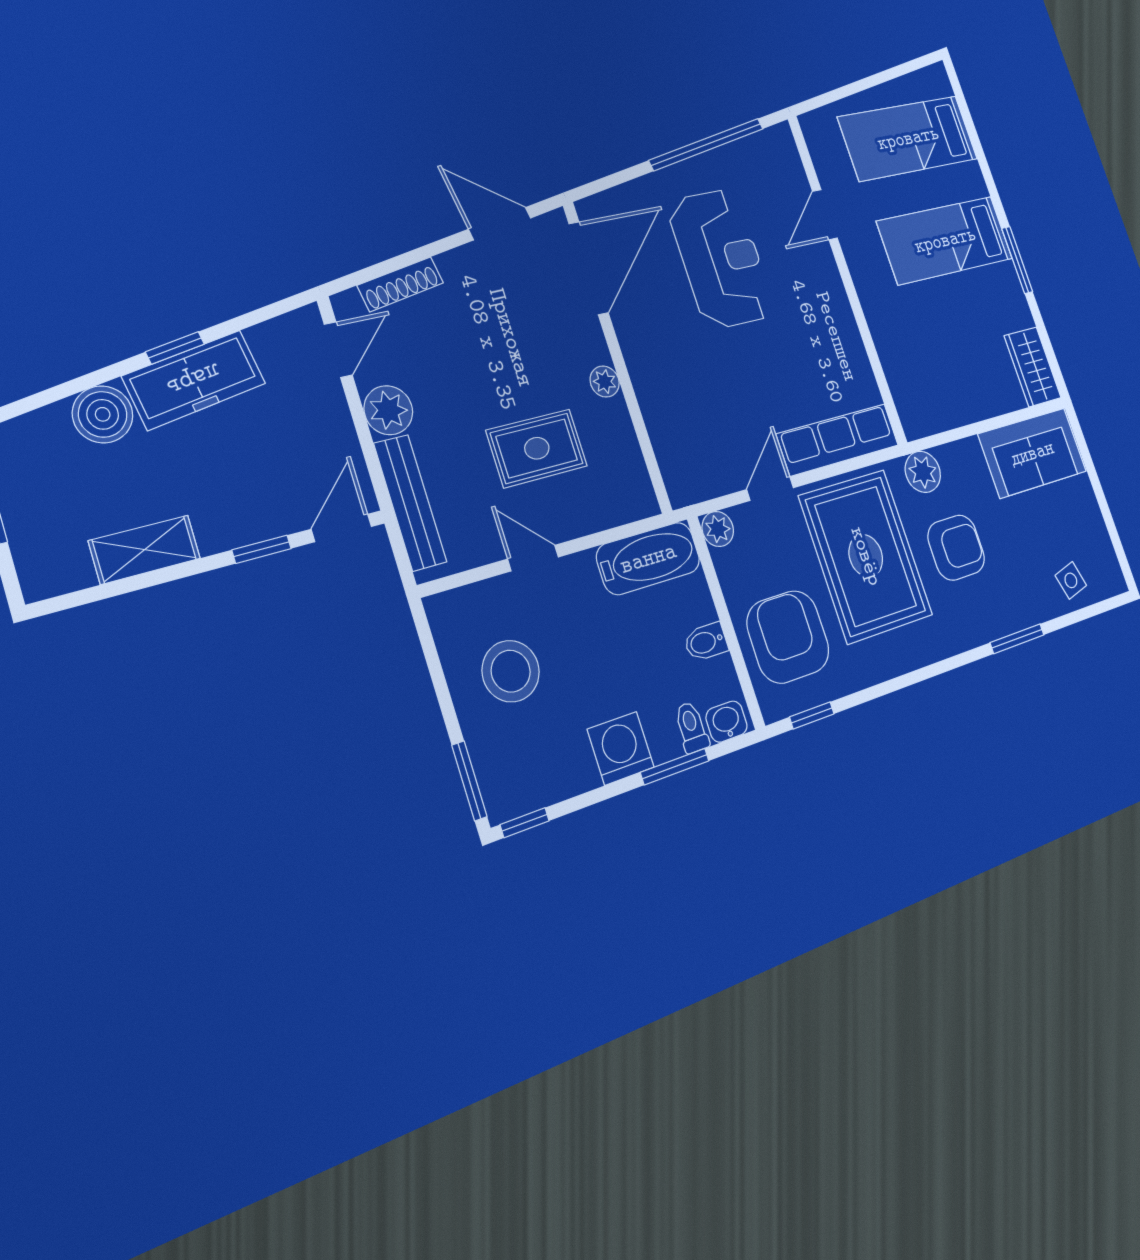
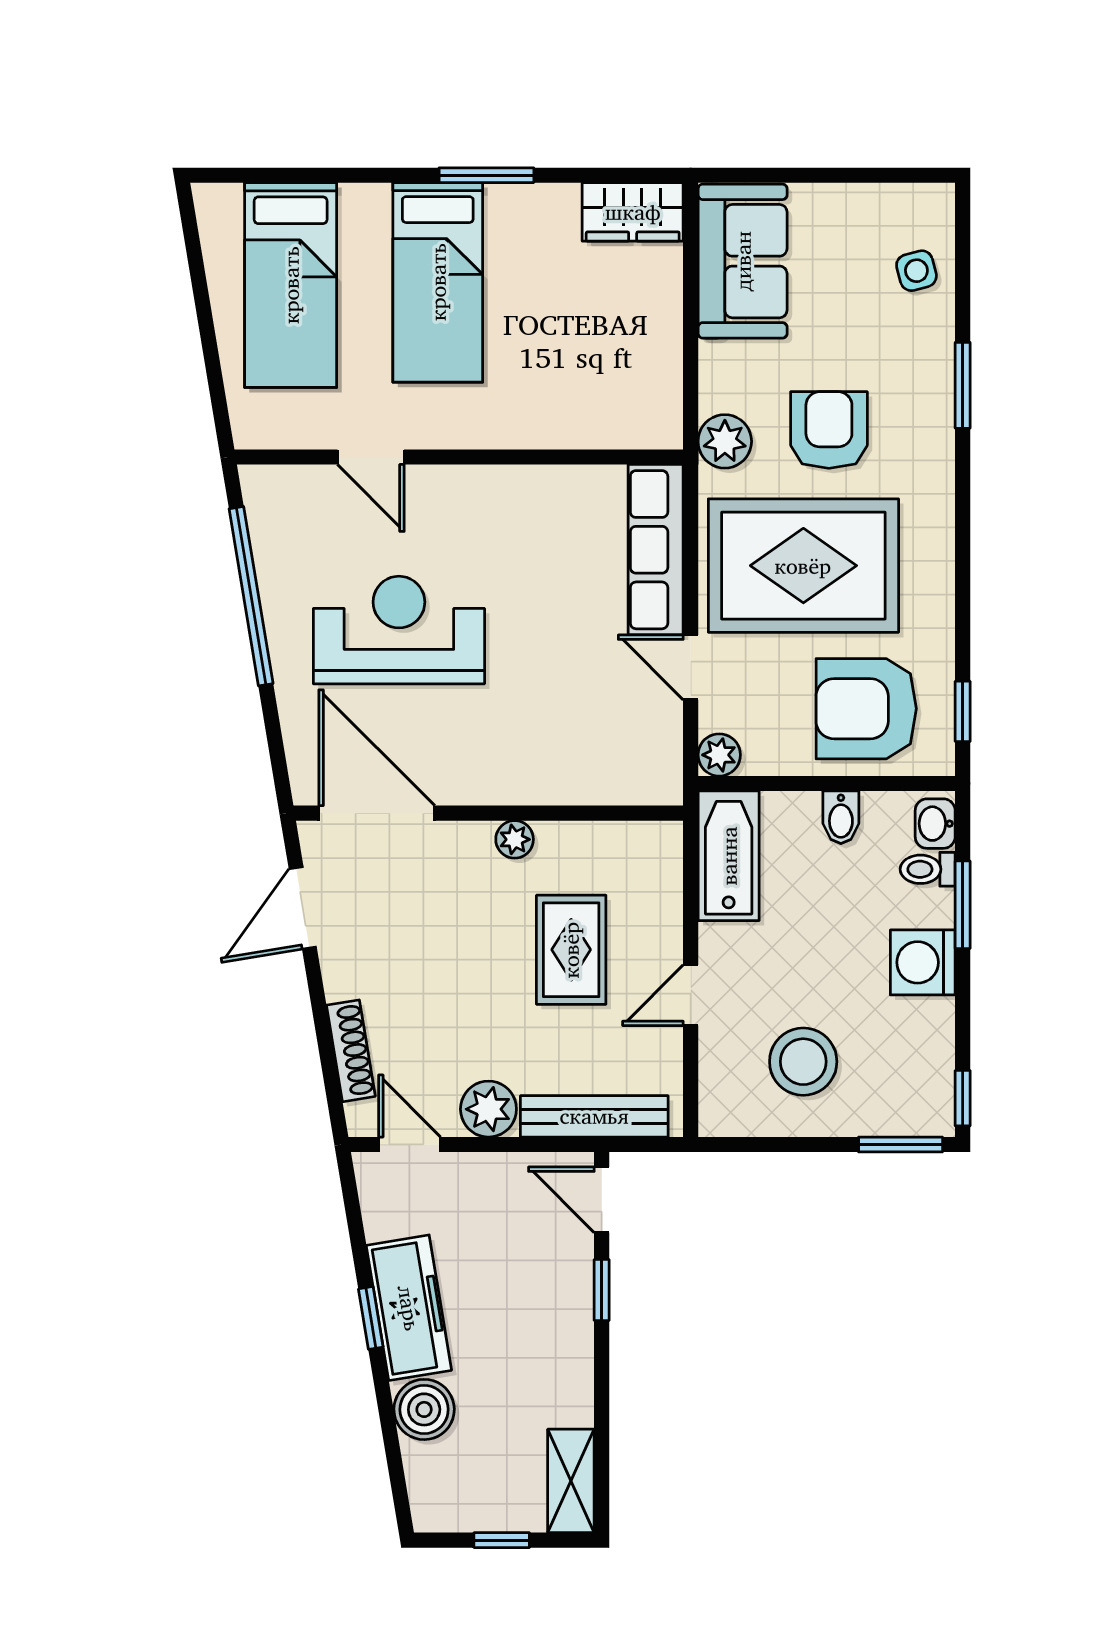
shelving: (145, 550) -> (571, 1481), moved

